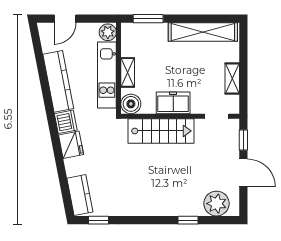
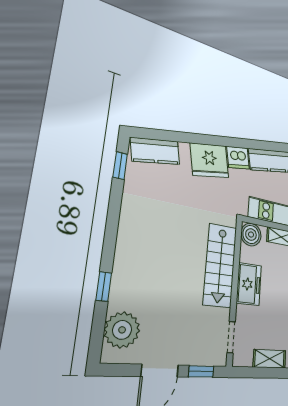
fridge: (71, 145) -> (210, 160), width x1.36, depth x1.34

